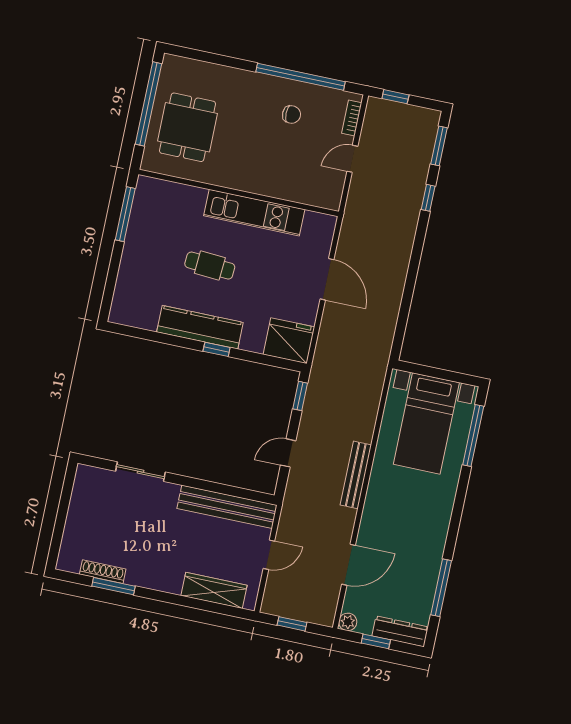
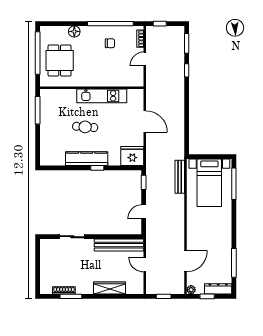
floor lamp: (228, 77) -> (74, 31), added
bench: (356, 475) -> (180, 177), moved
door: (269, 555) -> (145, 265), swing flipped
wardrobe: (214, 590) -> (109, 288), moved

